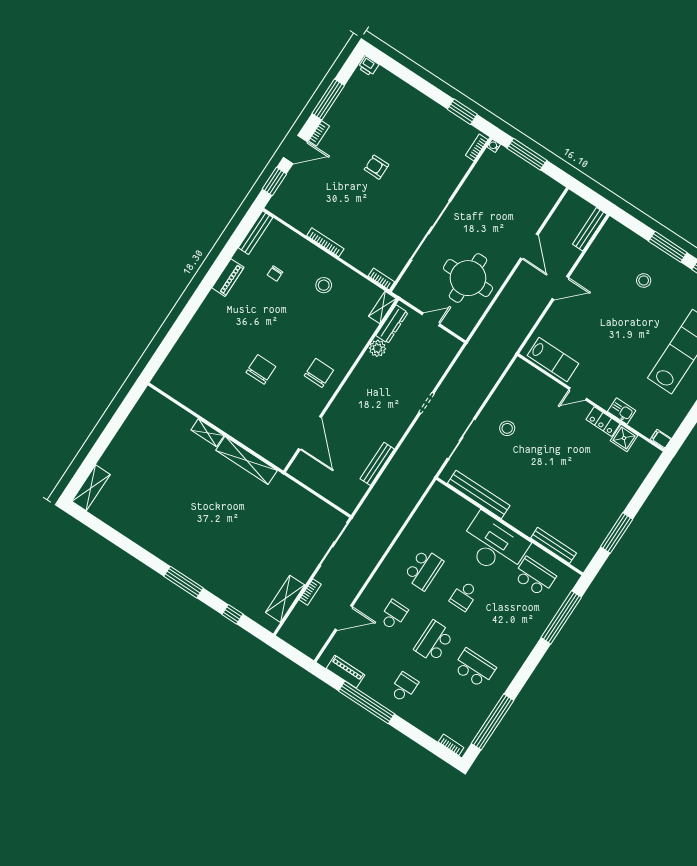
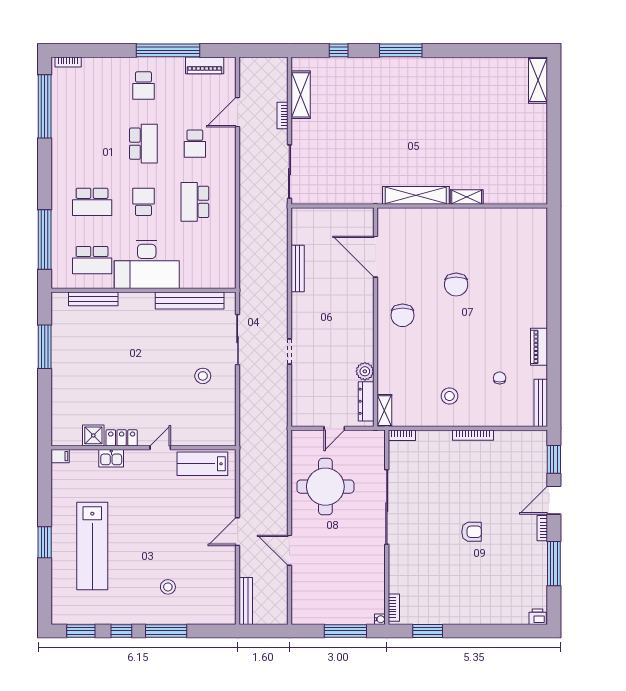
school desk: (474, 668) -> (92, 202), moved

